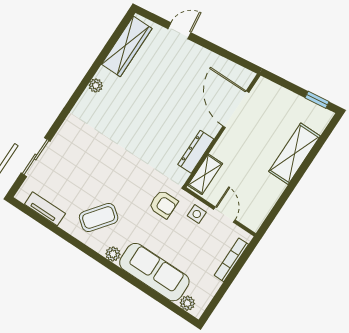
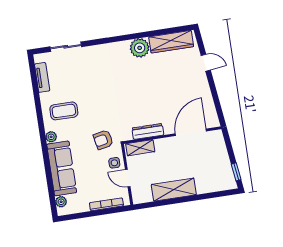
plant: (96, 85) -> (140, 48), width x1.88, depth x1.88
shelving: (294, 154) -> (174, 190), moved
armchair: (163, 204) -> (103, 140), turned 79
door: (224, 215) -> (128, 178), swing flipped
coffee table: (99, 218) -> (64, 111), turned -38

